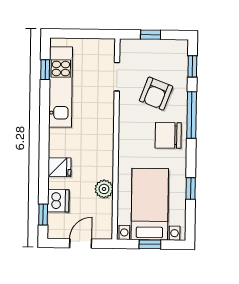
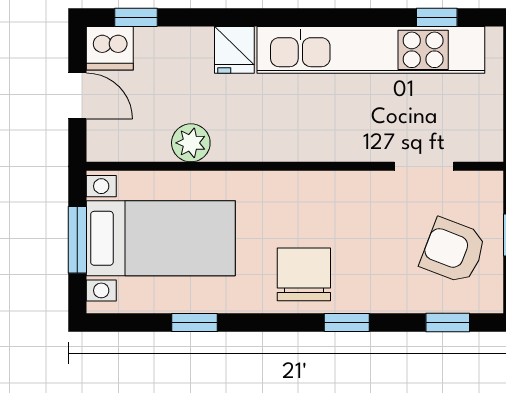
kitchen unit: (61, 87) -> (371, 50), width x1.36
armchair: (156, 94) -> (453, 251), moved
window: (192, 115) -> (347, 323), width x0.46
dishwasher: (58, 201) -> (110, 48), moved
window: (150, 244) -> (77, 240), width x1.50

